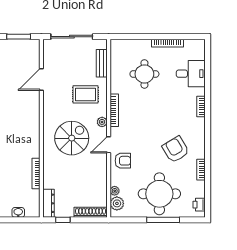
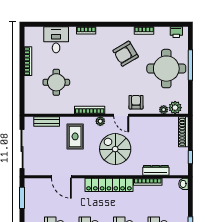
locker: (33, 131) -> (109, 185), added
dresser: (48, 203) -> (156, 170), moved
washbasin: (18, 212) -> (183, 184), moved

